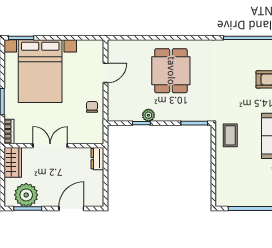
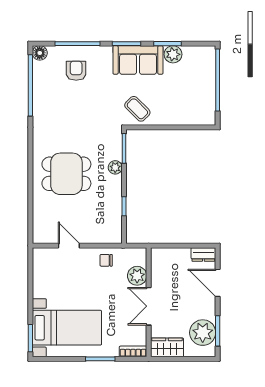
bed with nightstands: (40, 71) -> (67, 328), width x0.73
plant: (148, 115) -> (115, 167), moved
plant: (78, 135) -> (137, 276), added
coffee table: (230, 135) -> (137, 109), turned 45
dresser: (97, 159) -> (203, 254), moved

